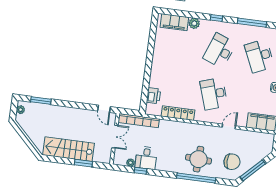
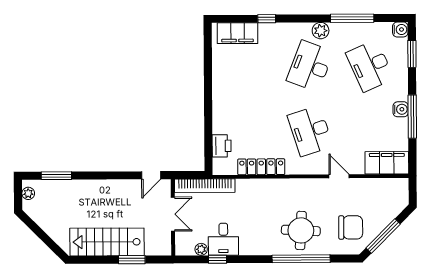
window: (216, 18) -> (267, 19), moved
plant: (194, 23) -> (321, 31), moved
door: (104, 109) -> (151, 175), hinge flipped
door: (229, 127) -> (339, 176), hinge flipped

